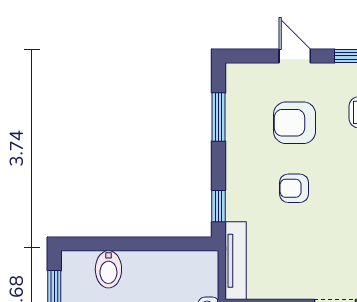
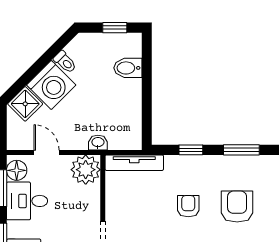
window: (218, 206) -> (191, 150), moved

